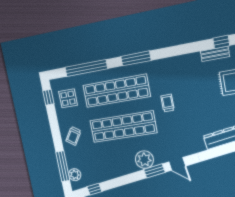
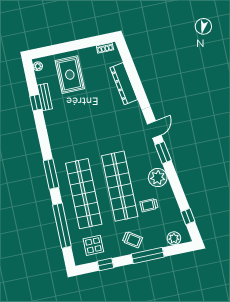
window: (221, 42) -> (36, 103), moved
window: (48, 97) -> (105, 264), moved
trolley: (168, 103) -> (149, 205), moved
plant: (144, 160) -> (158, 178), moved
window: (63, 166) -> (148, 256), moved

